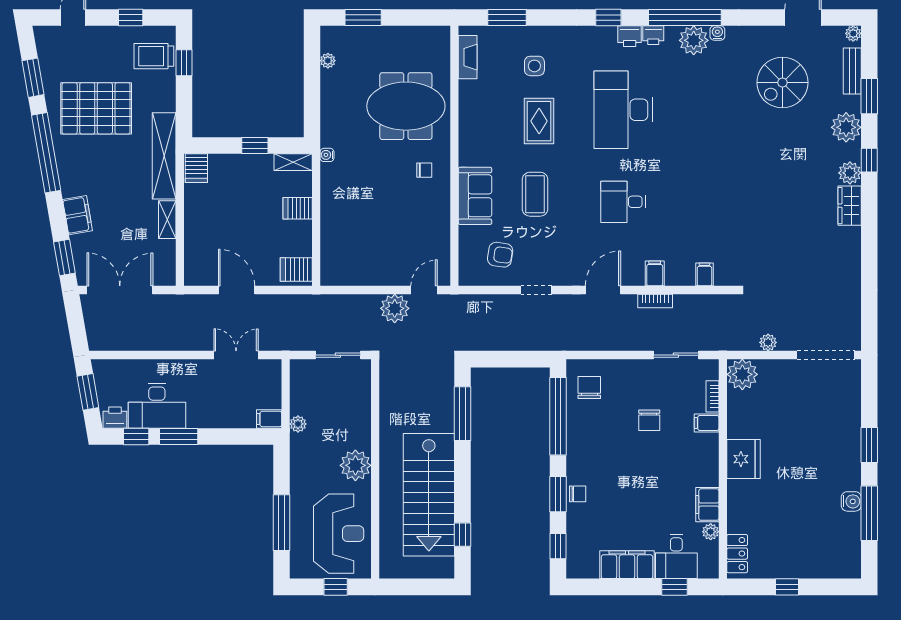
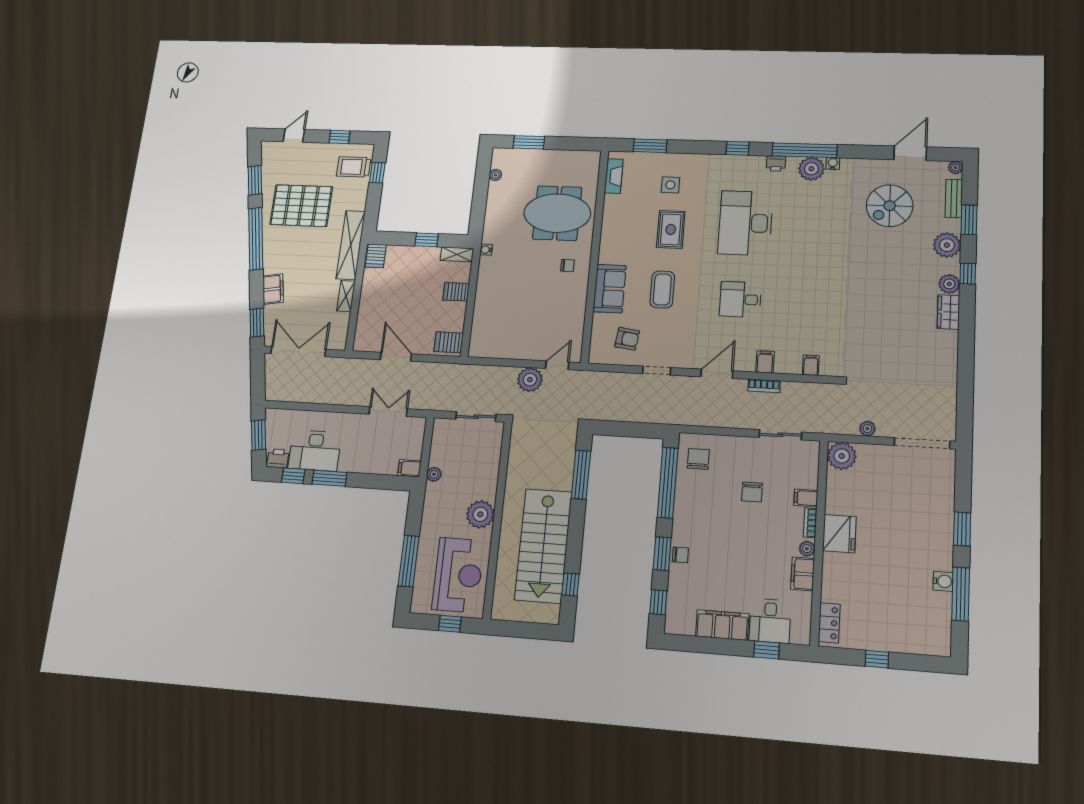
printer: (630, 36) -> (755, 164), removed
bookcase: (712, 396) -> (810, 523), moved
plant: (711, 532) -> (807, 549), moved

